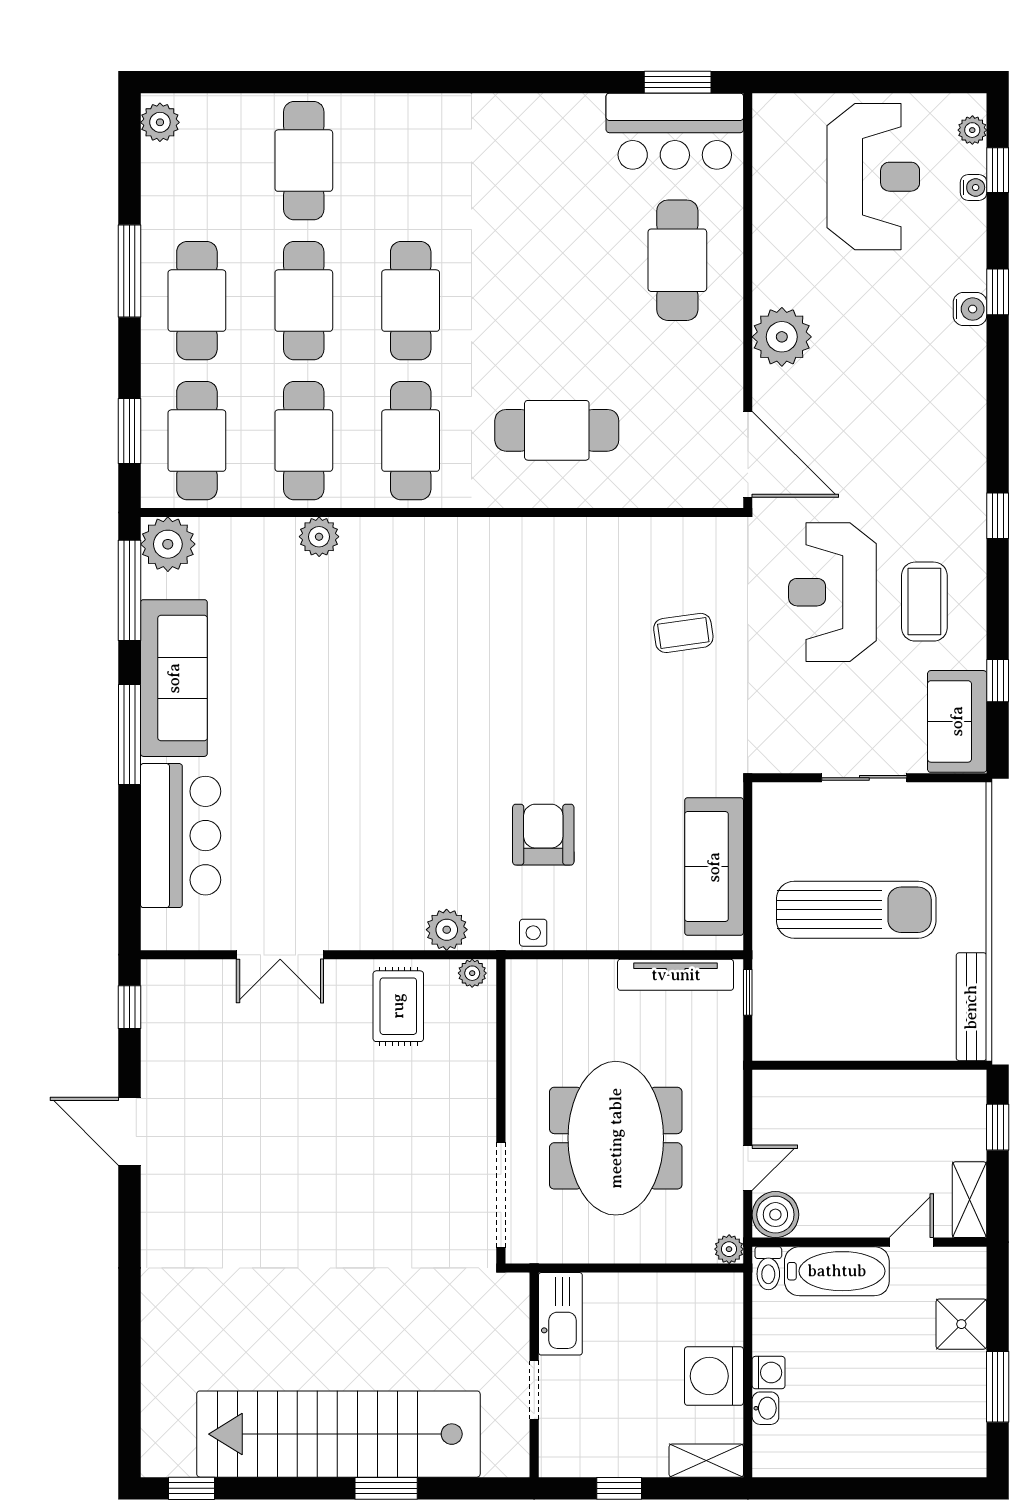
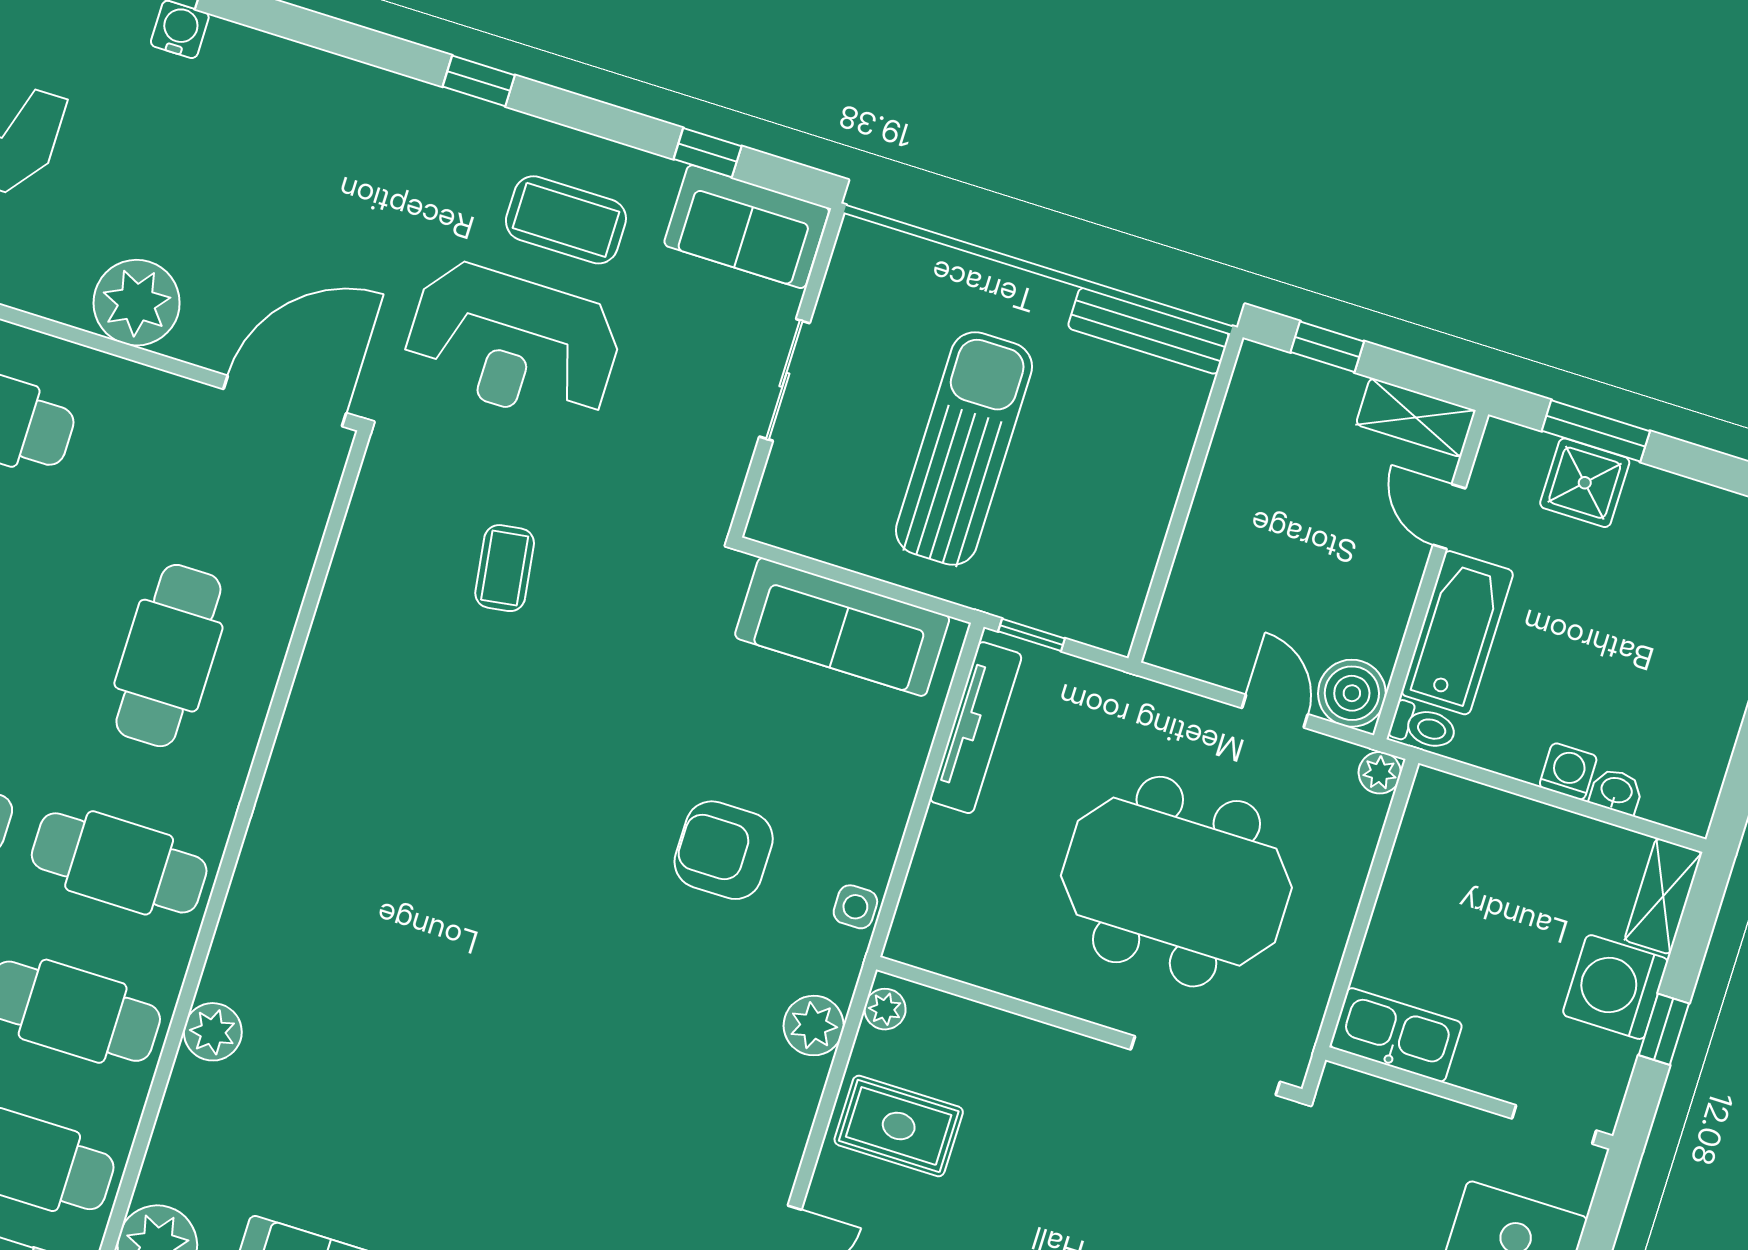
washing machine: (714, 1376) -> (1615, 987), moved, turned 90
window: (998, 1387) -> (1596, 431), moved
doorway: (534, 1390) -> (1554, 1124), moved

